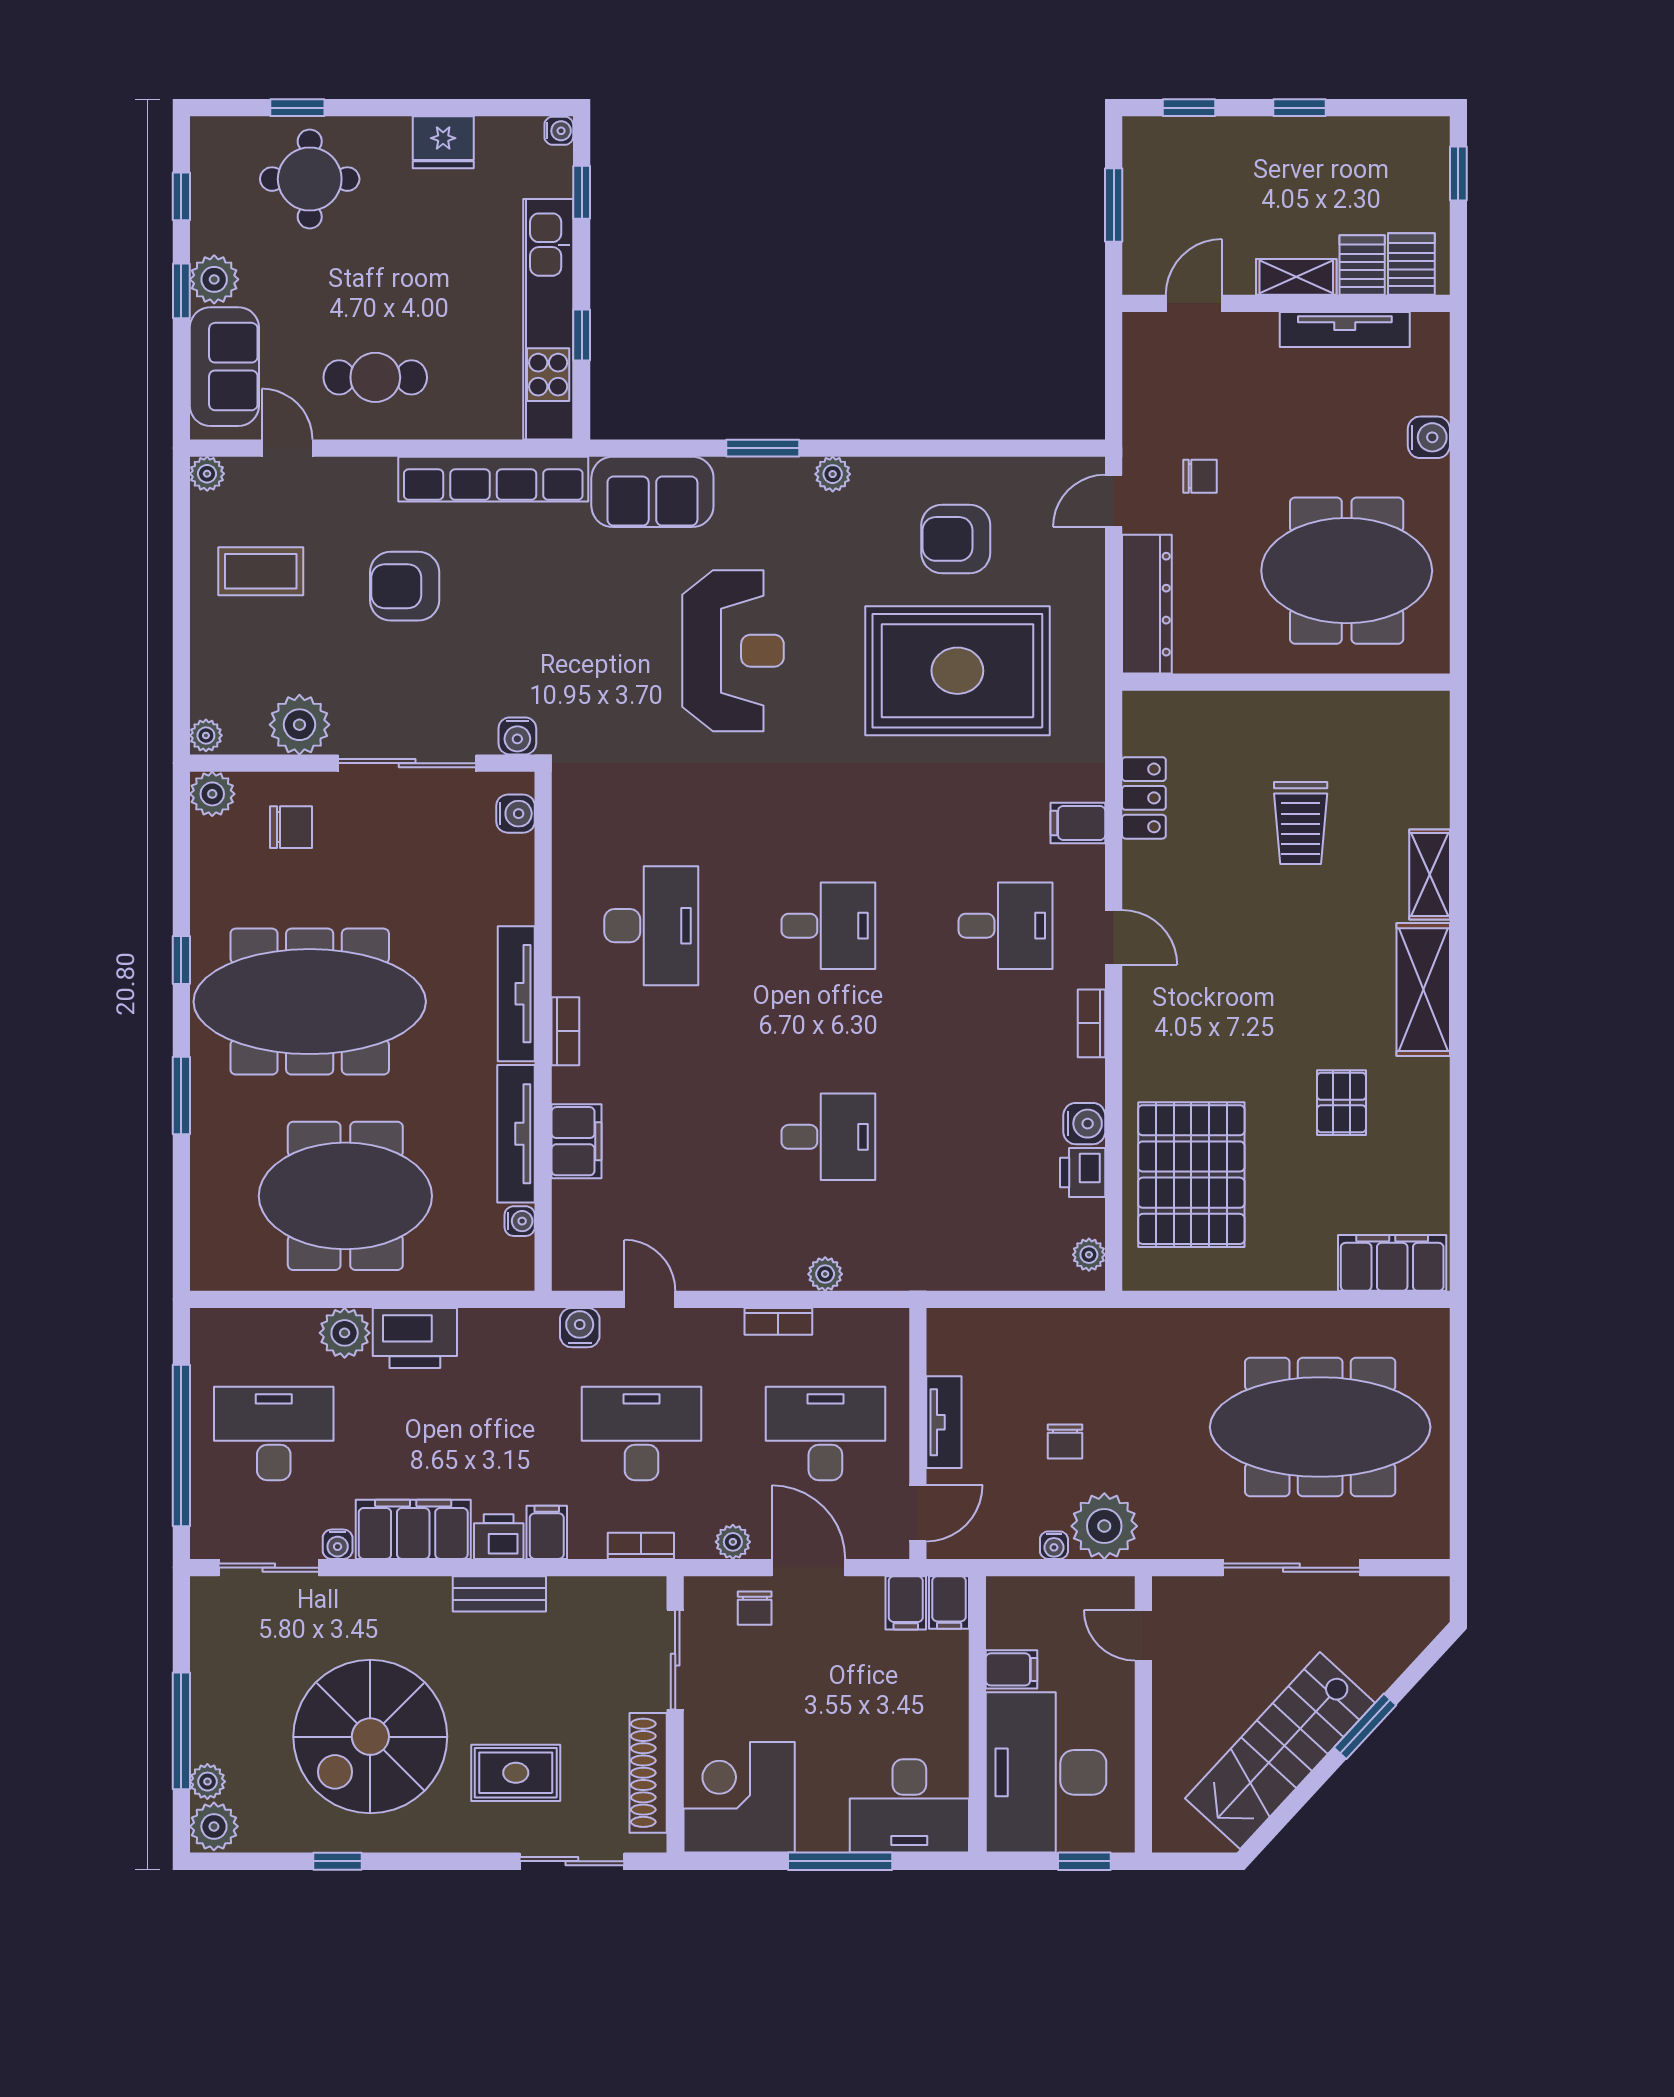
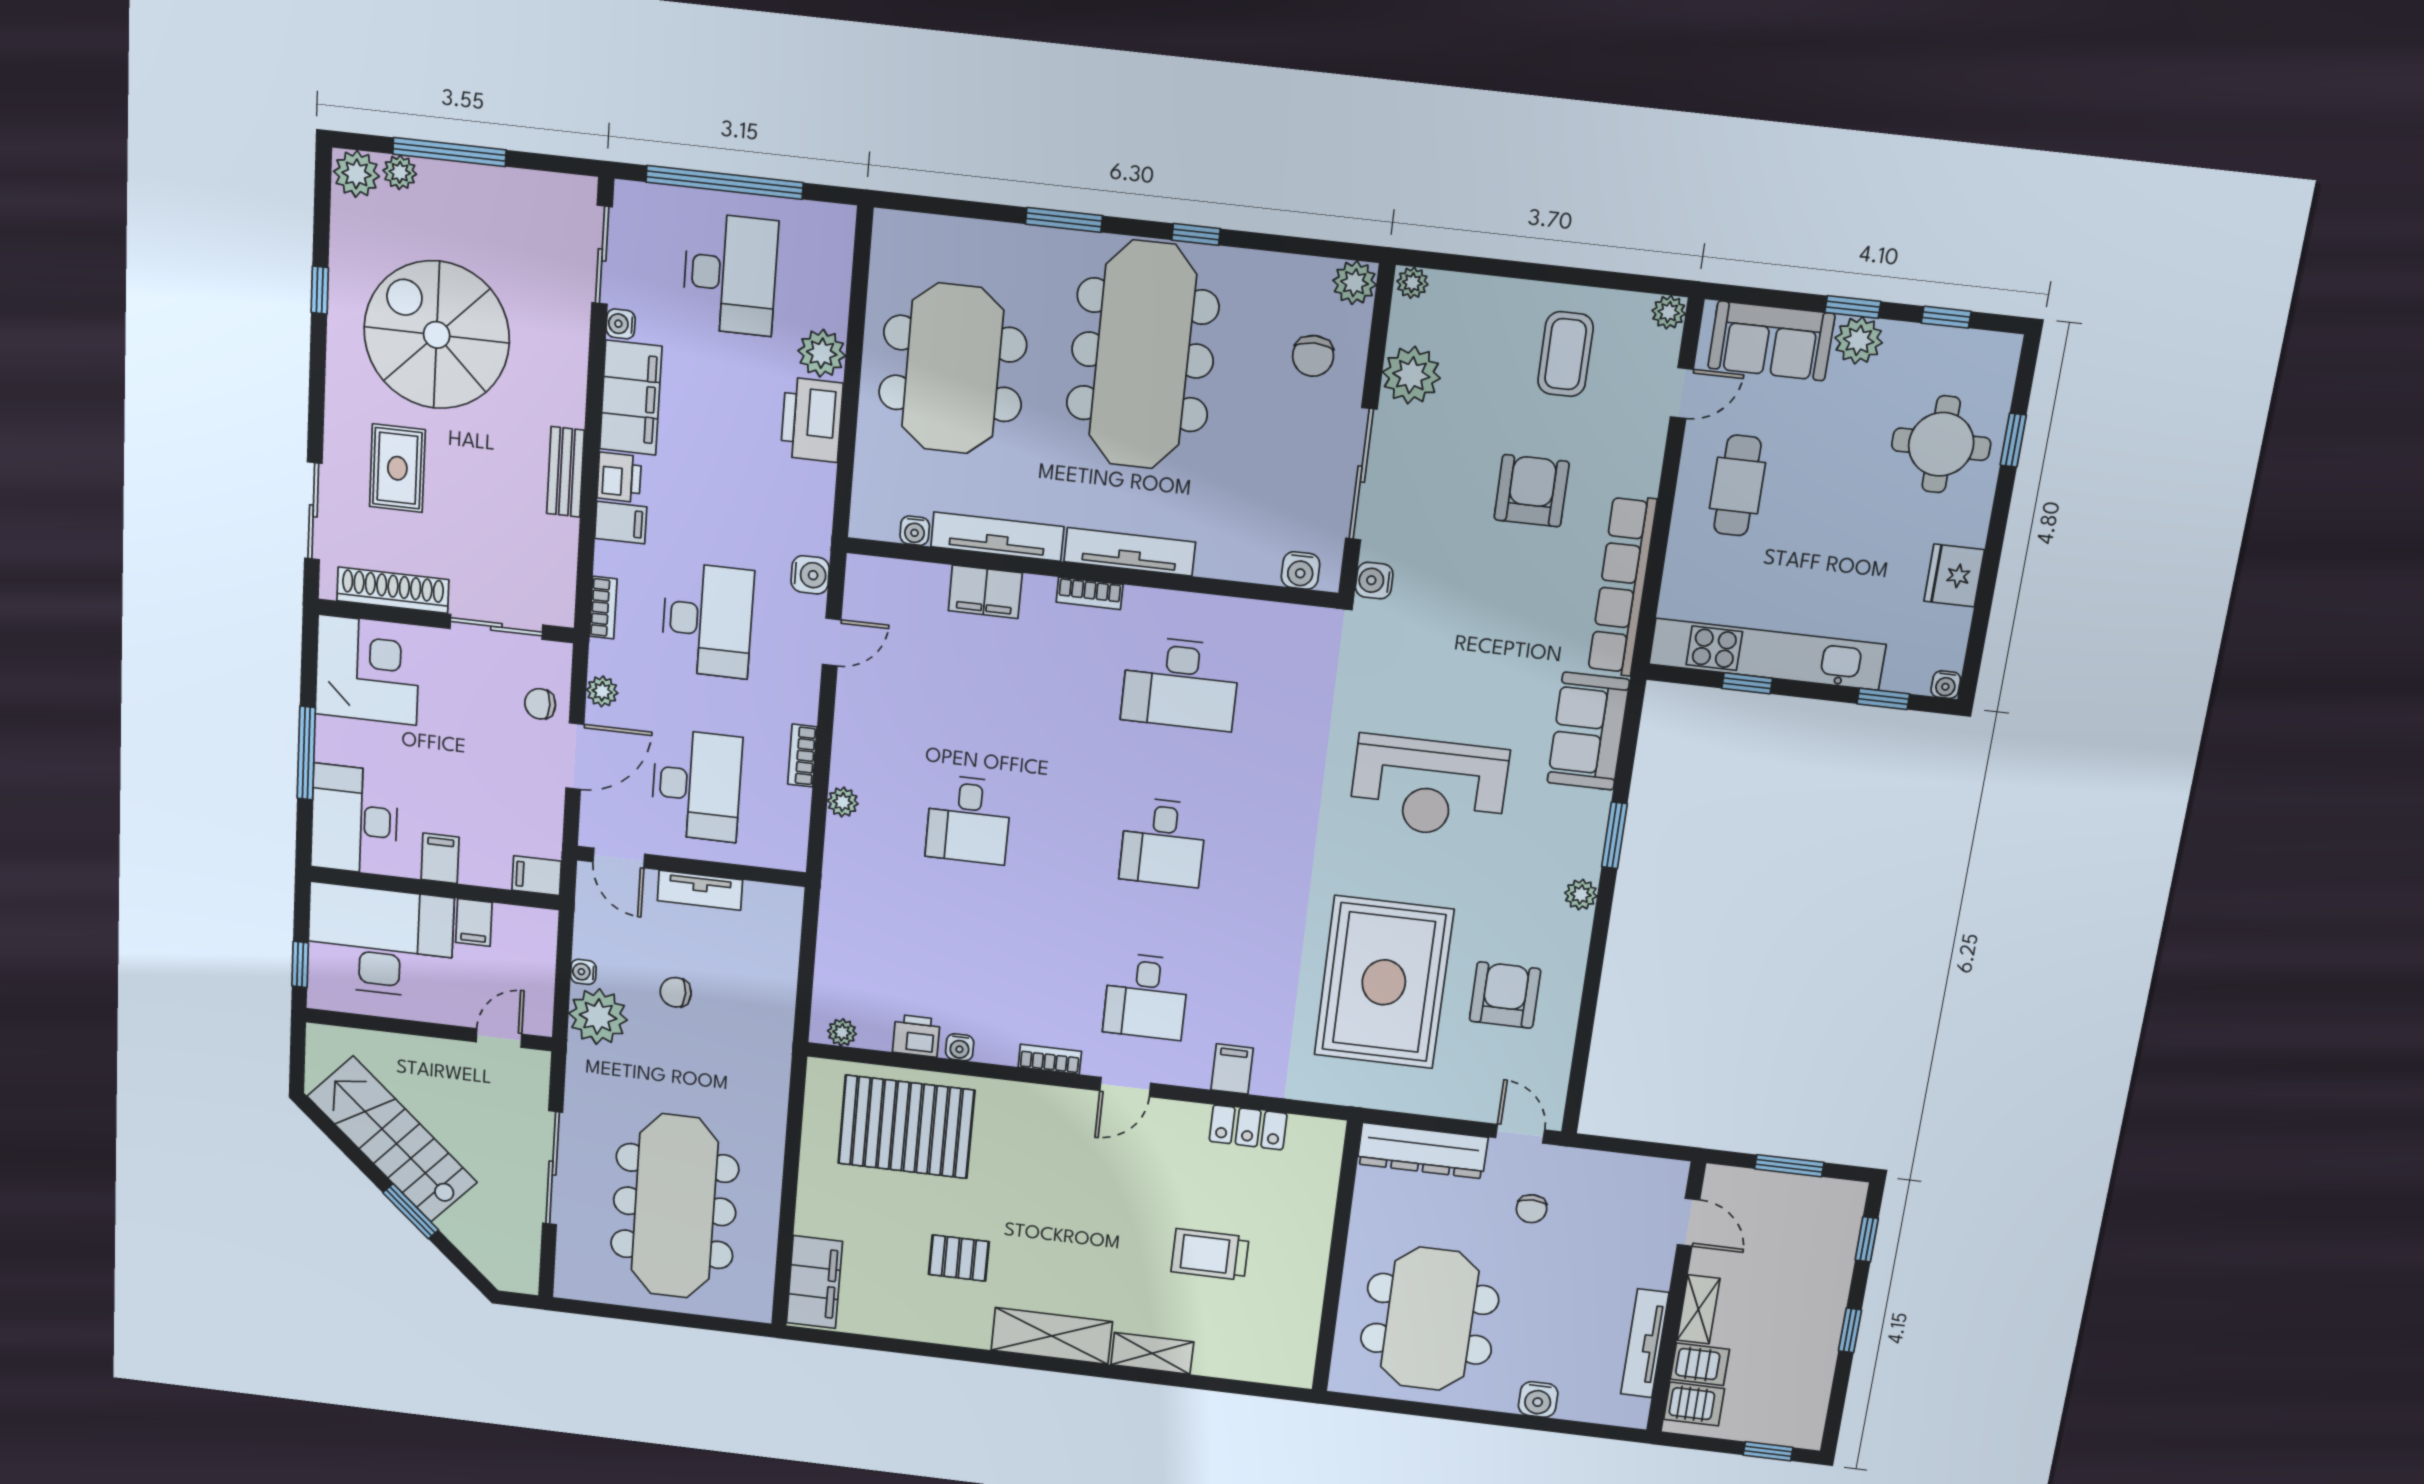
water cooler: (1084, 1124) -> (960, 1047), width x0.72, depth x0.72
filing cabinet: (906, 1603) -> (440, 858), moved, turned 90

